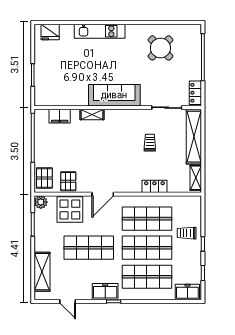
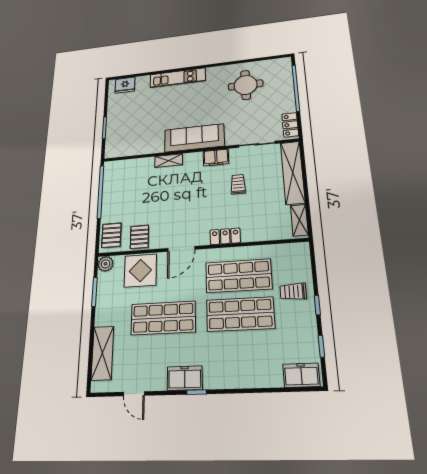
round table: (160, 48) -> (246, 85), turned 45
filing cabinet: (60, 116) -> (216, 157), moved
locker: (154, 186) -> (225, 236), moved
shop shelf: (147, 277) -> (242, 355), removed

